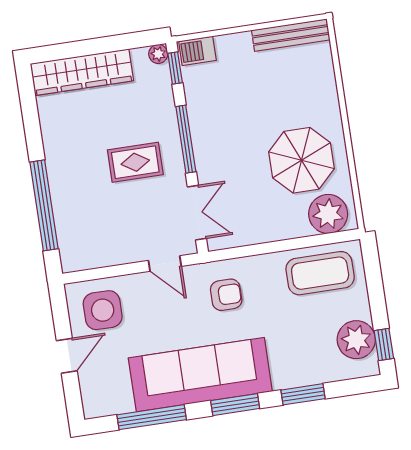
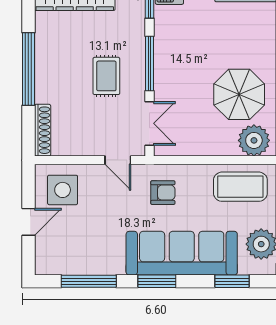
rug: (135, 162) -> (106, 76), turned 90
window: (44, 205) -> (28, 69), moved
shoe rack: (67, 241) -> (43, 130), added
sofa: (200, 375) -> (182, 253), moved
window: (303, 394) -> (232, 281), moved

